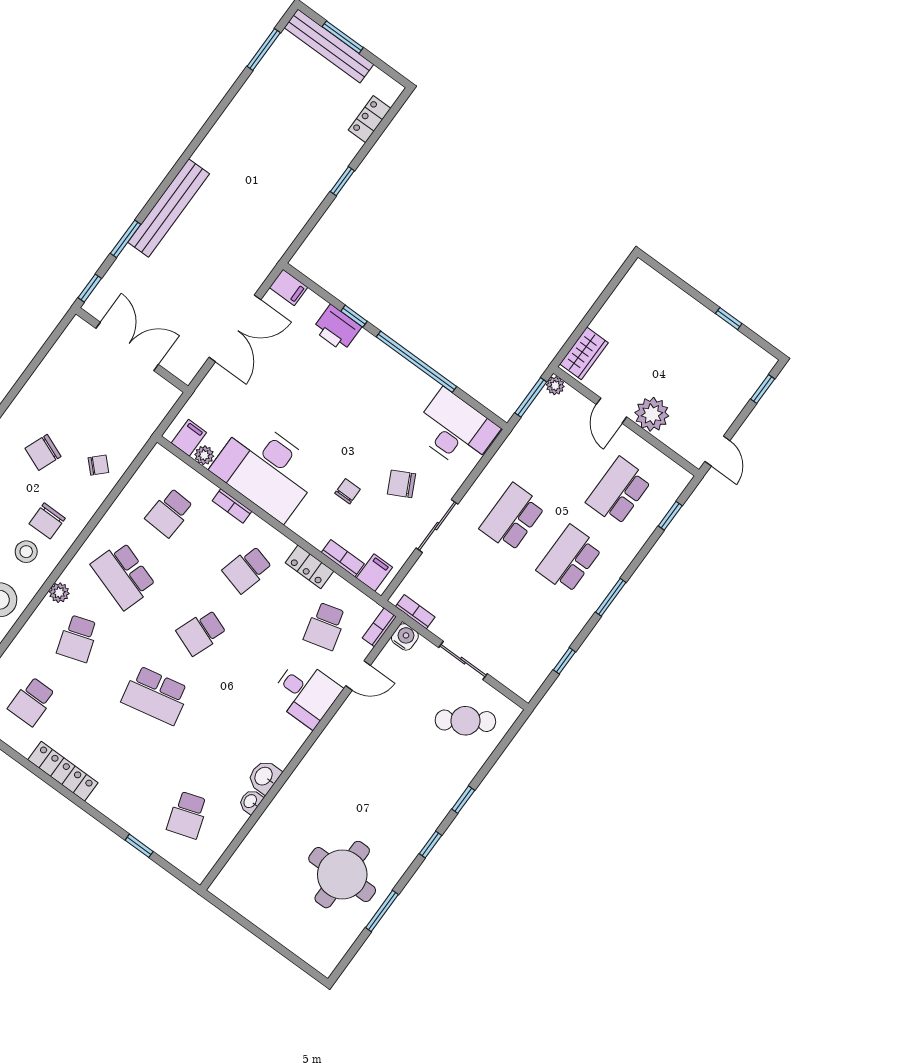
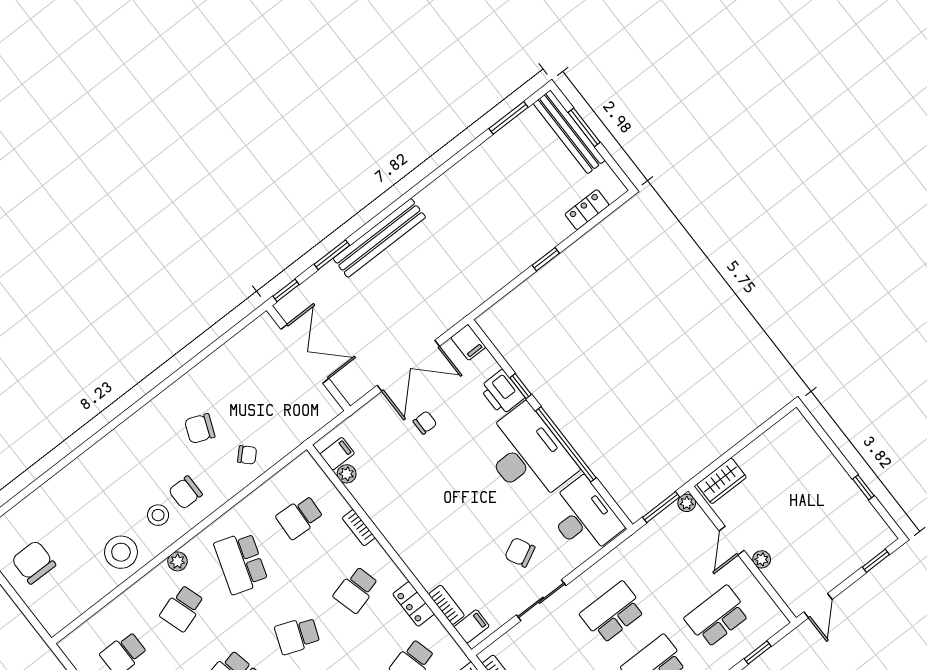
plant: (652, 414) -> (762, 559), width x0.53, depth x0.53
desk: (266, 469) -> (527, 455), moved, turned 180
chair: (348, 491) -> (425, 423), moved
school desk: (247, 569) -> (356, 590), turned -30

